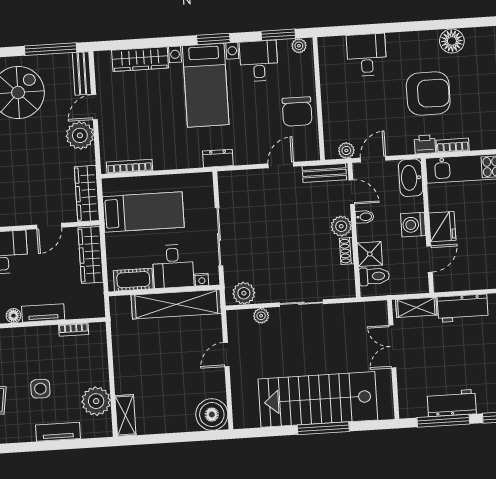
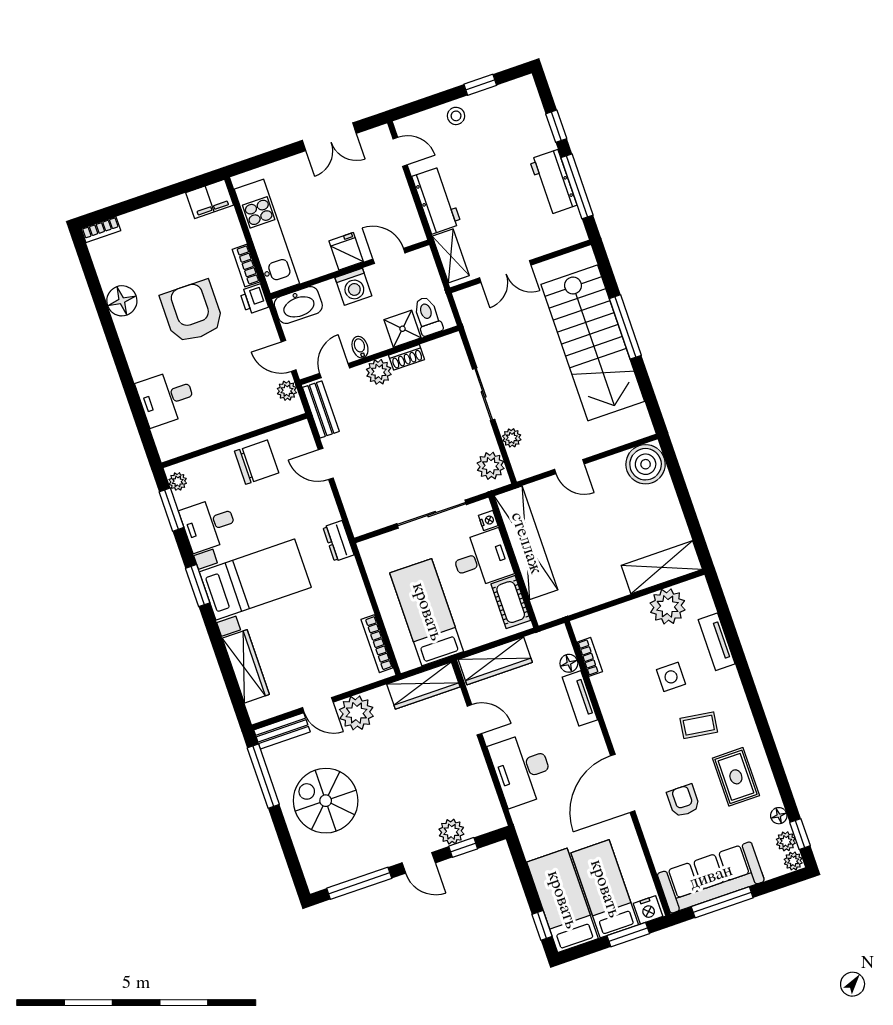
fridge: (442, 227) -> (346, 251), width x0.72
floor lamp: (13, 316) -> (569, 663), moved
shelving: (125, 415) -> (662, 567), width x1.50, depth x1.33

